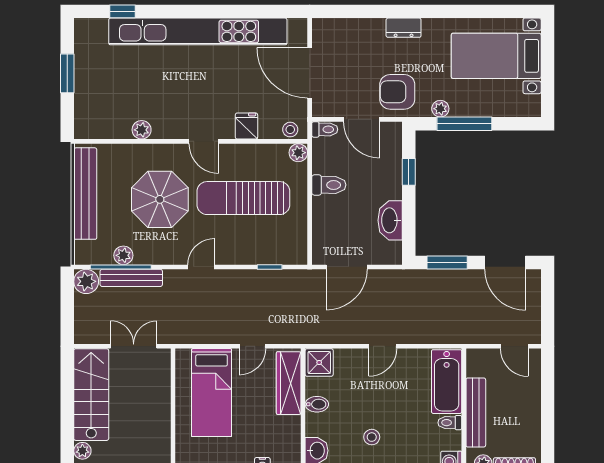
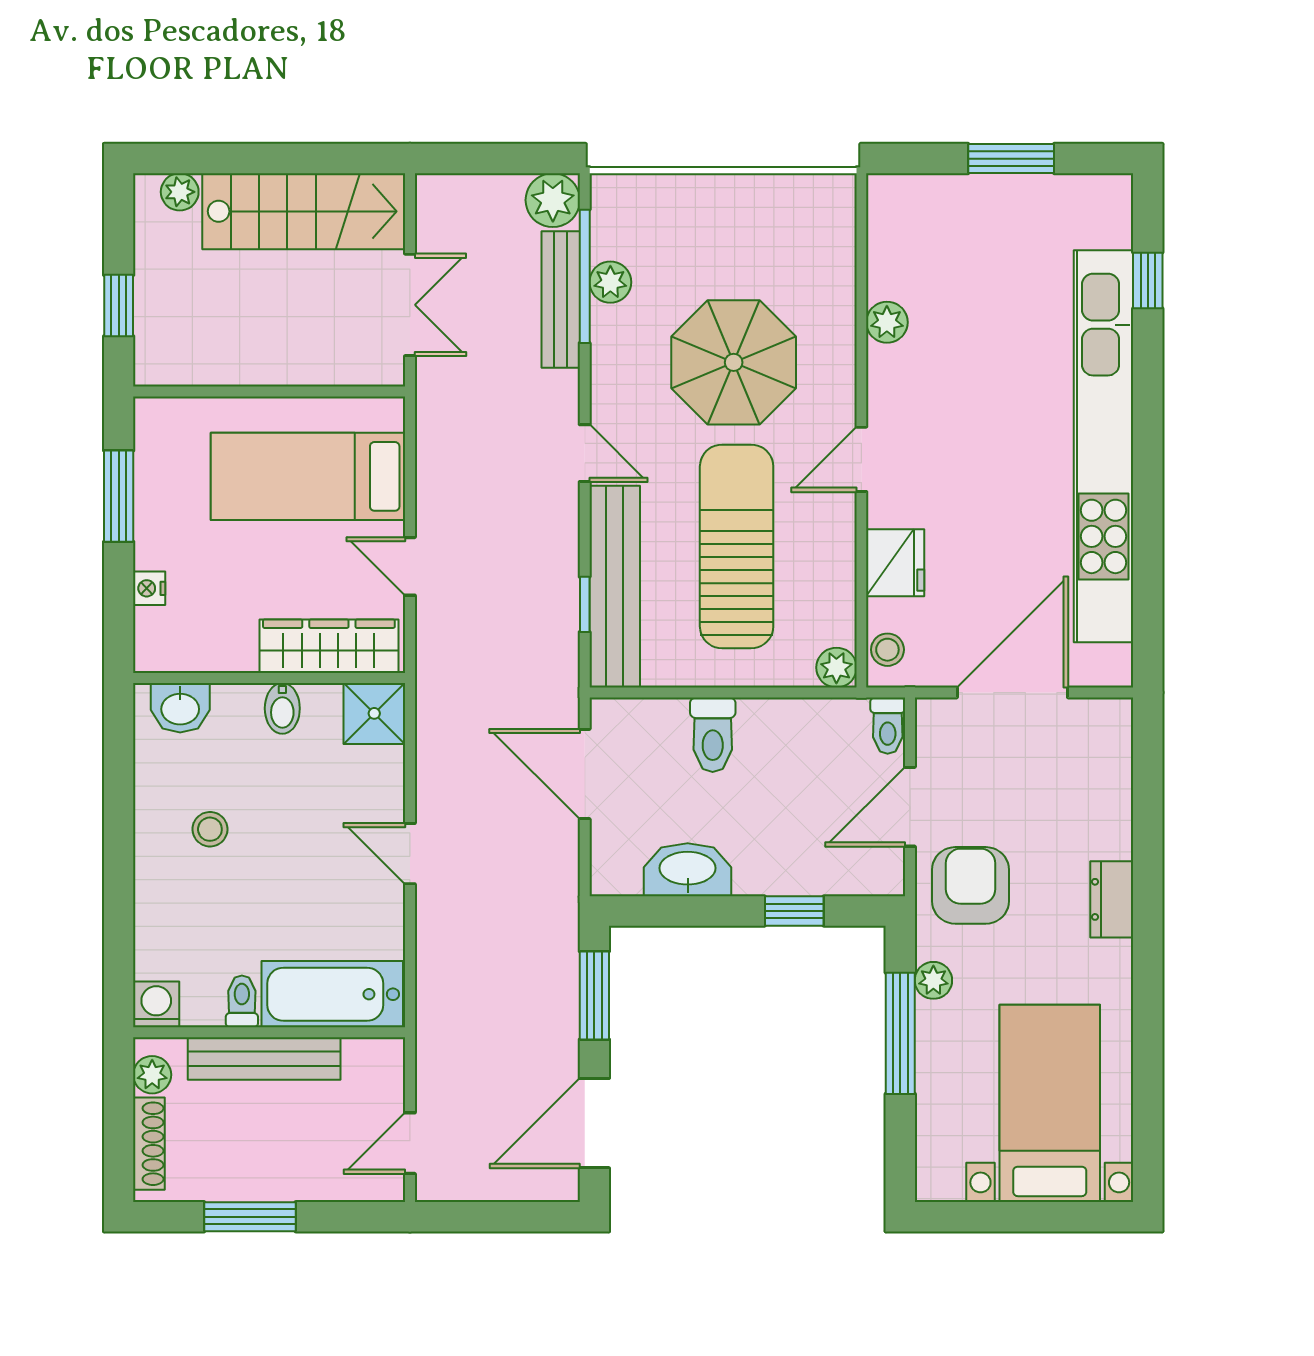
fridge: (246, 126) -> (895, 563), width x1.38
toilet: (329, 185) -> (713, 735), moved
bench: (85, 194) -> (615, 587), moved, turned 90
window: (548, 419) -> (250, 1217), added

